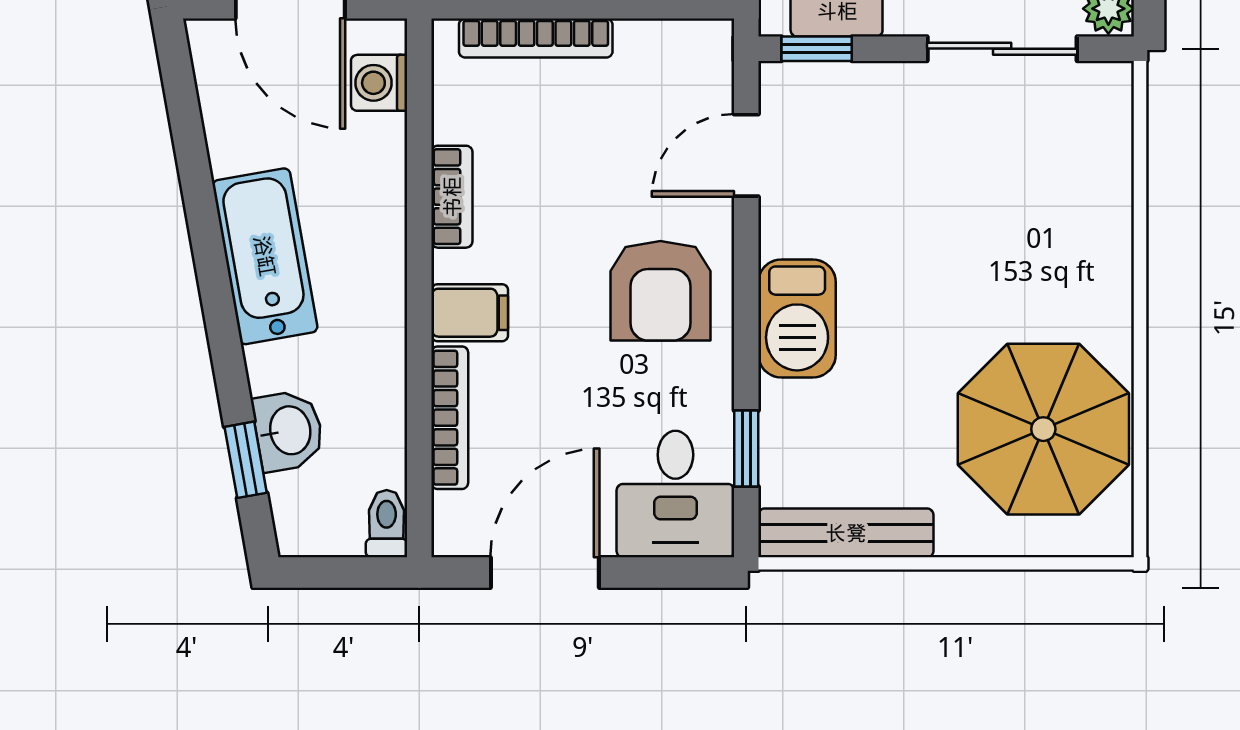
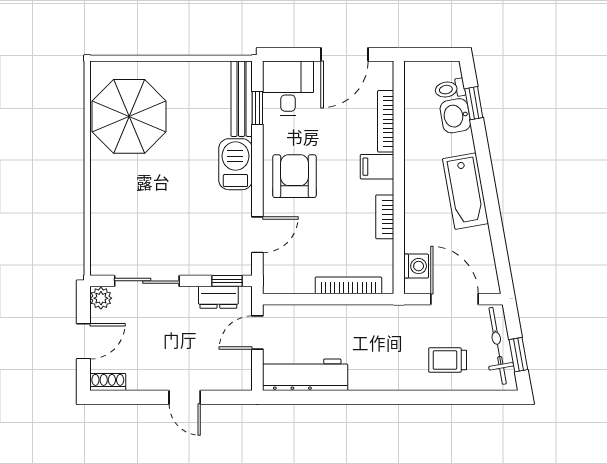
toilet: (387, 524) -> (450, 89), moved, turned 80
bench: (846, 533) -> (242, 99), moved, turned 90

